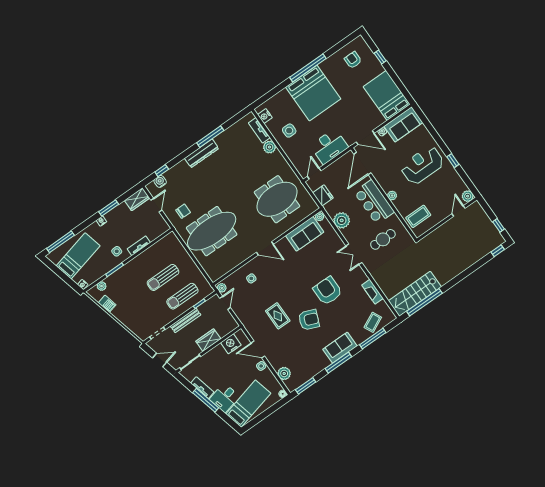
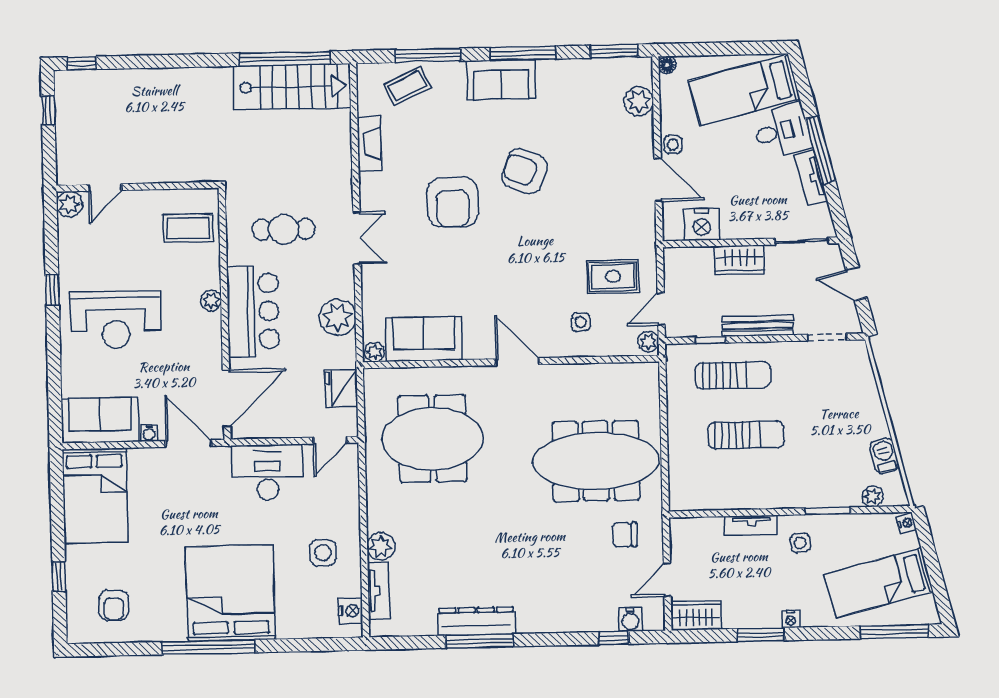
dresser: (202, 153) -> (476, 621), moved
rug: (278, 316) -> (613, 276), moved, turned 90

